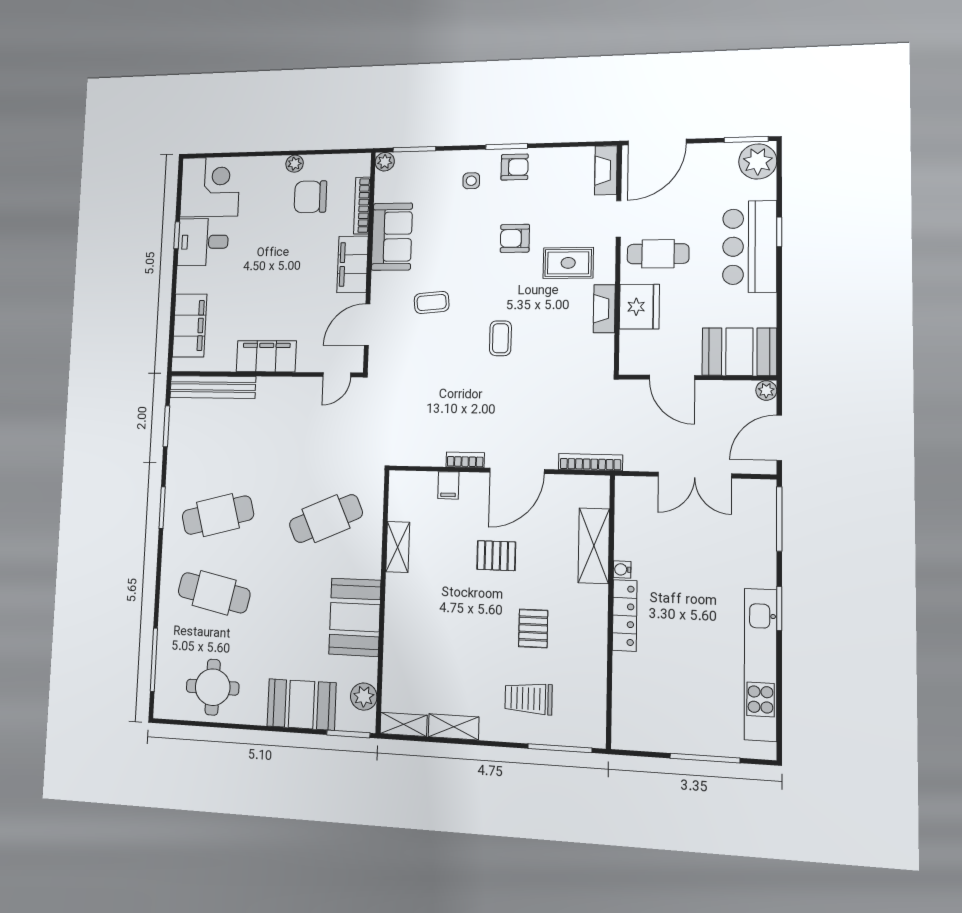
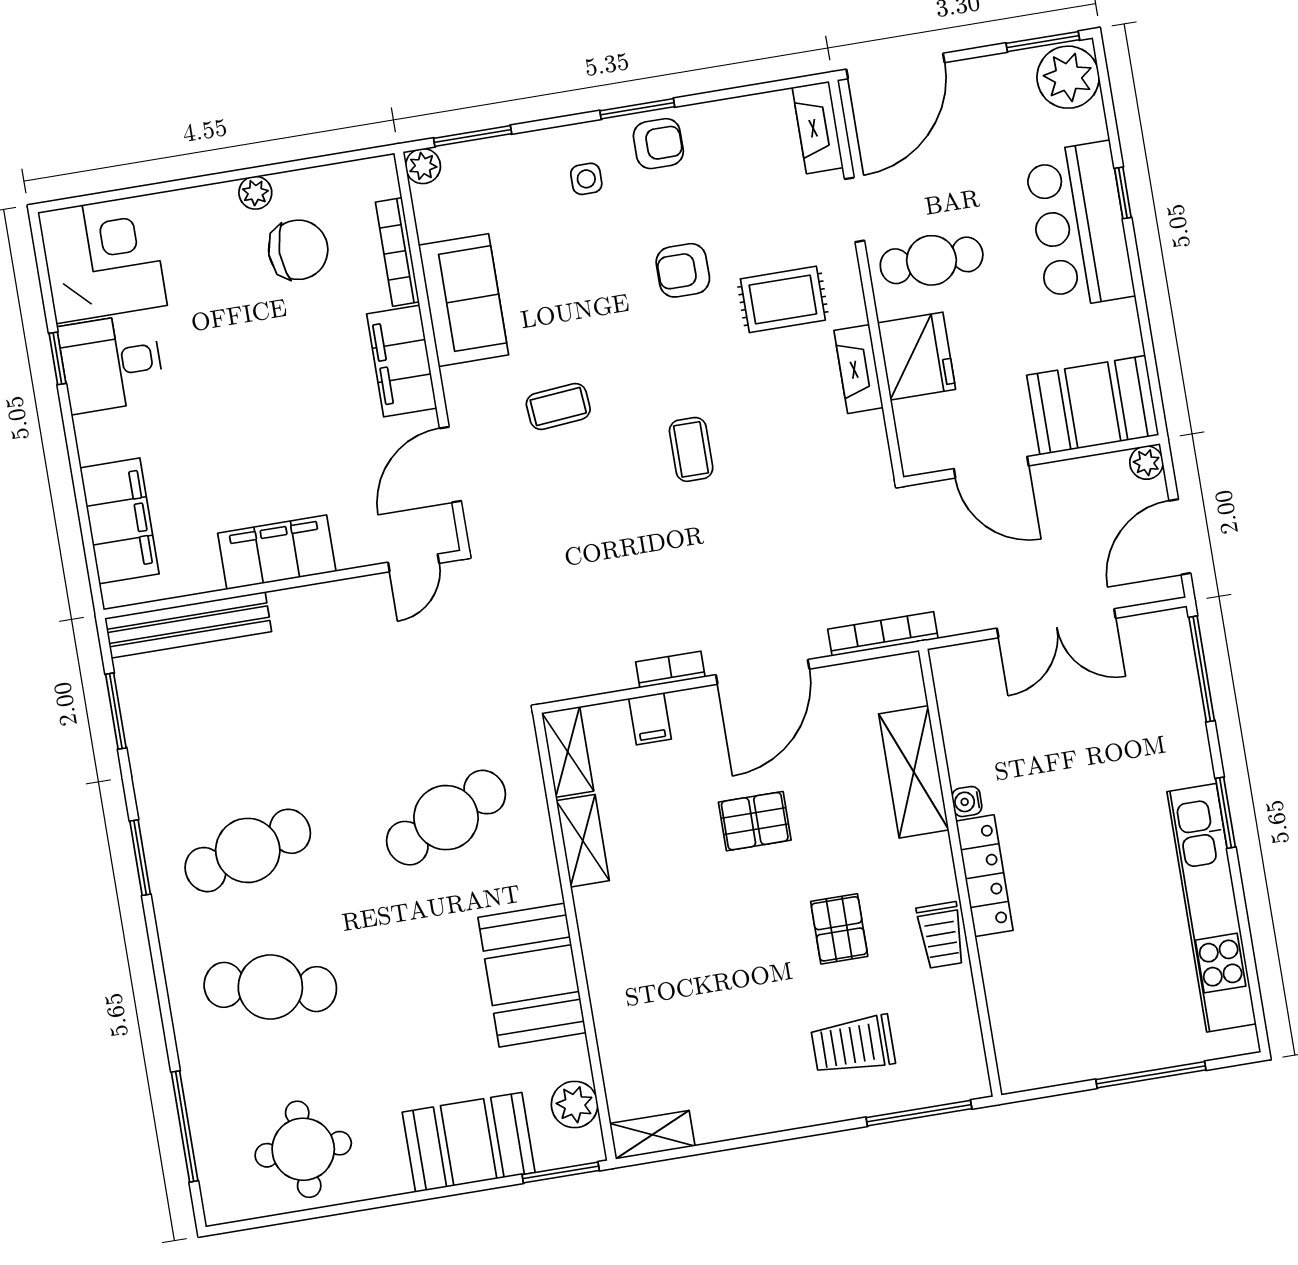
chair: (310, 197) -> (298, 250), turned 180
trolley: (592, 645) -> (941, 935), added
shelving: (454, 727) -> (568, 752), moved, turned 90

